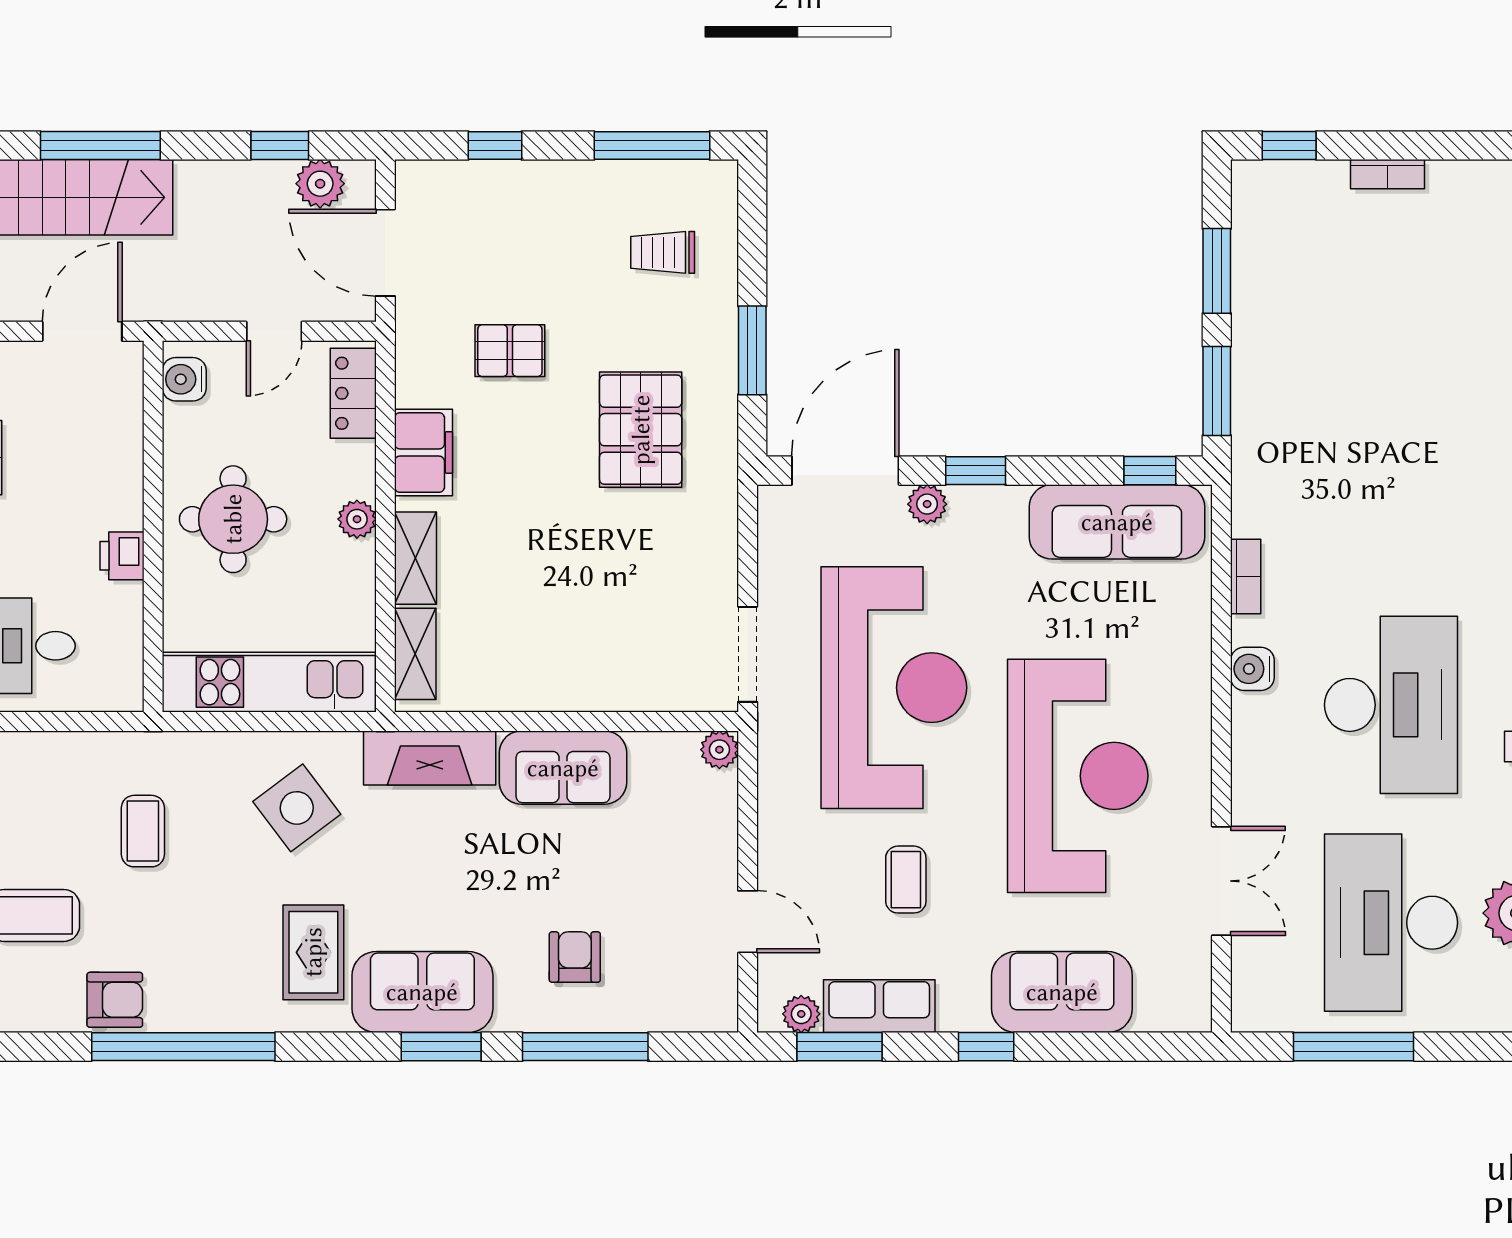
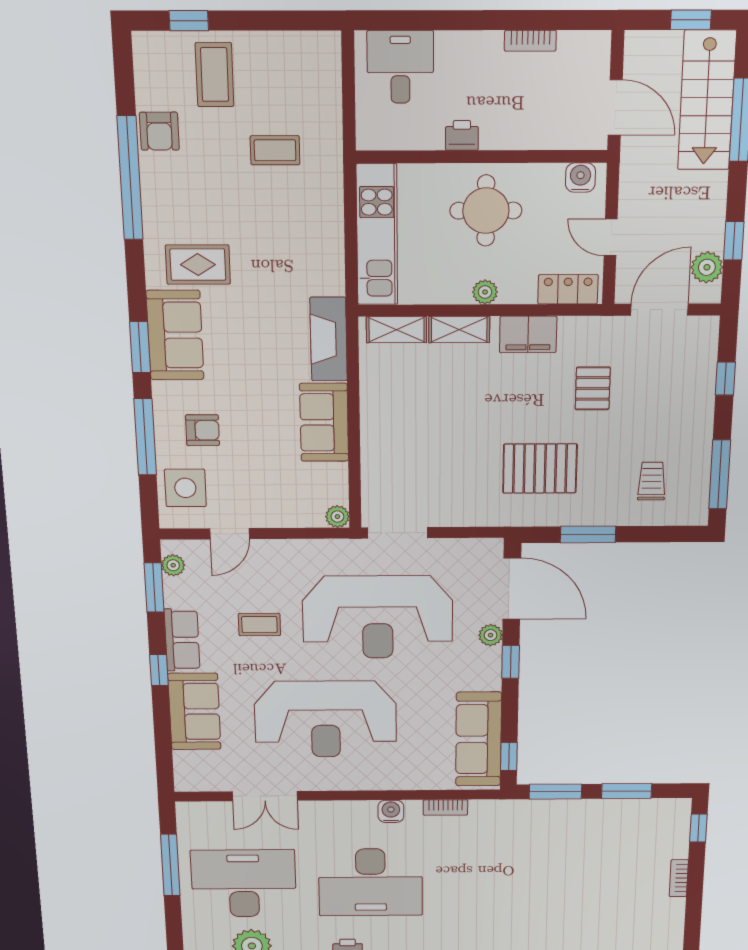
side table: (297, 808) -> (185, 488), moved, turned 37
row of seats: (879, 1006) -> (182, 640), moved

